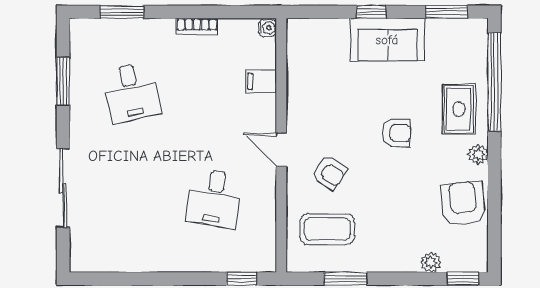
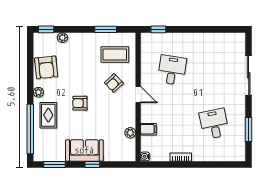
window: (122, 12) -> (219, 164), removed
plant: (297, 74) -> (130, 133), added
armchair: (329, 173) -> (114, 83), turned -77

